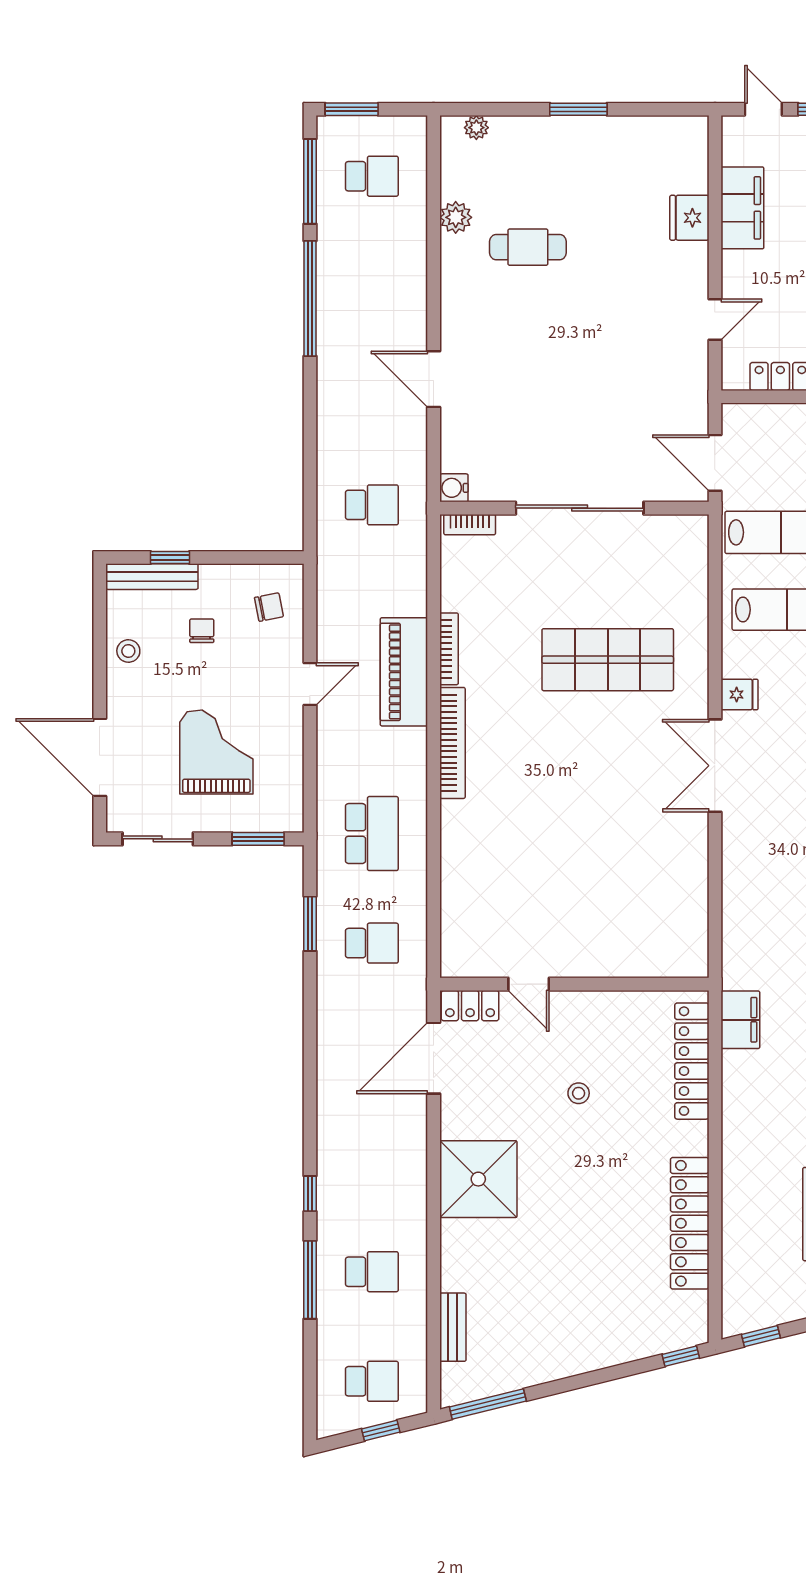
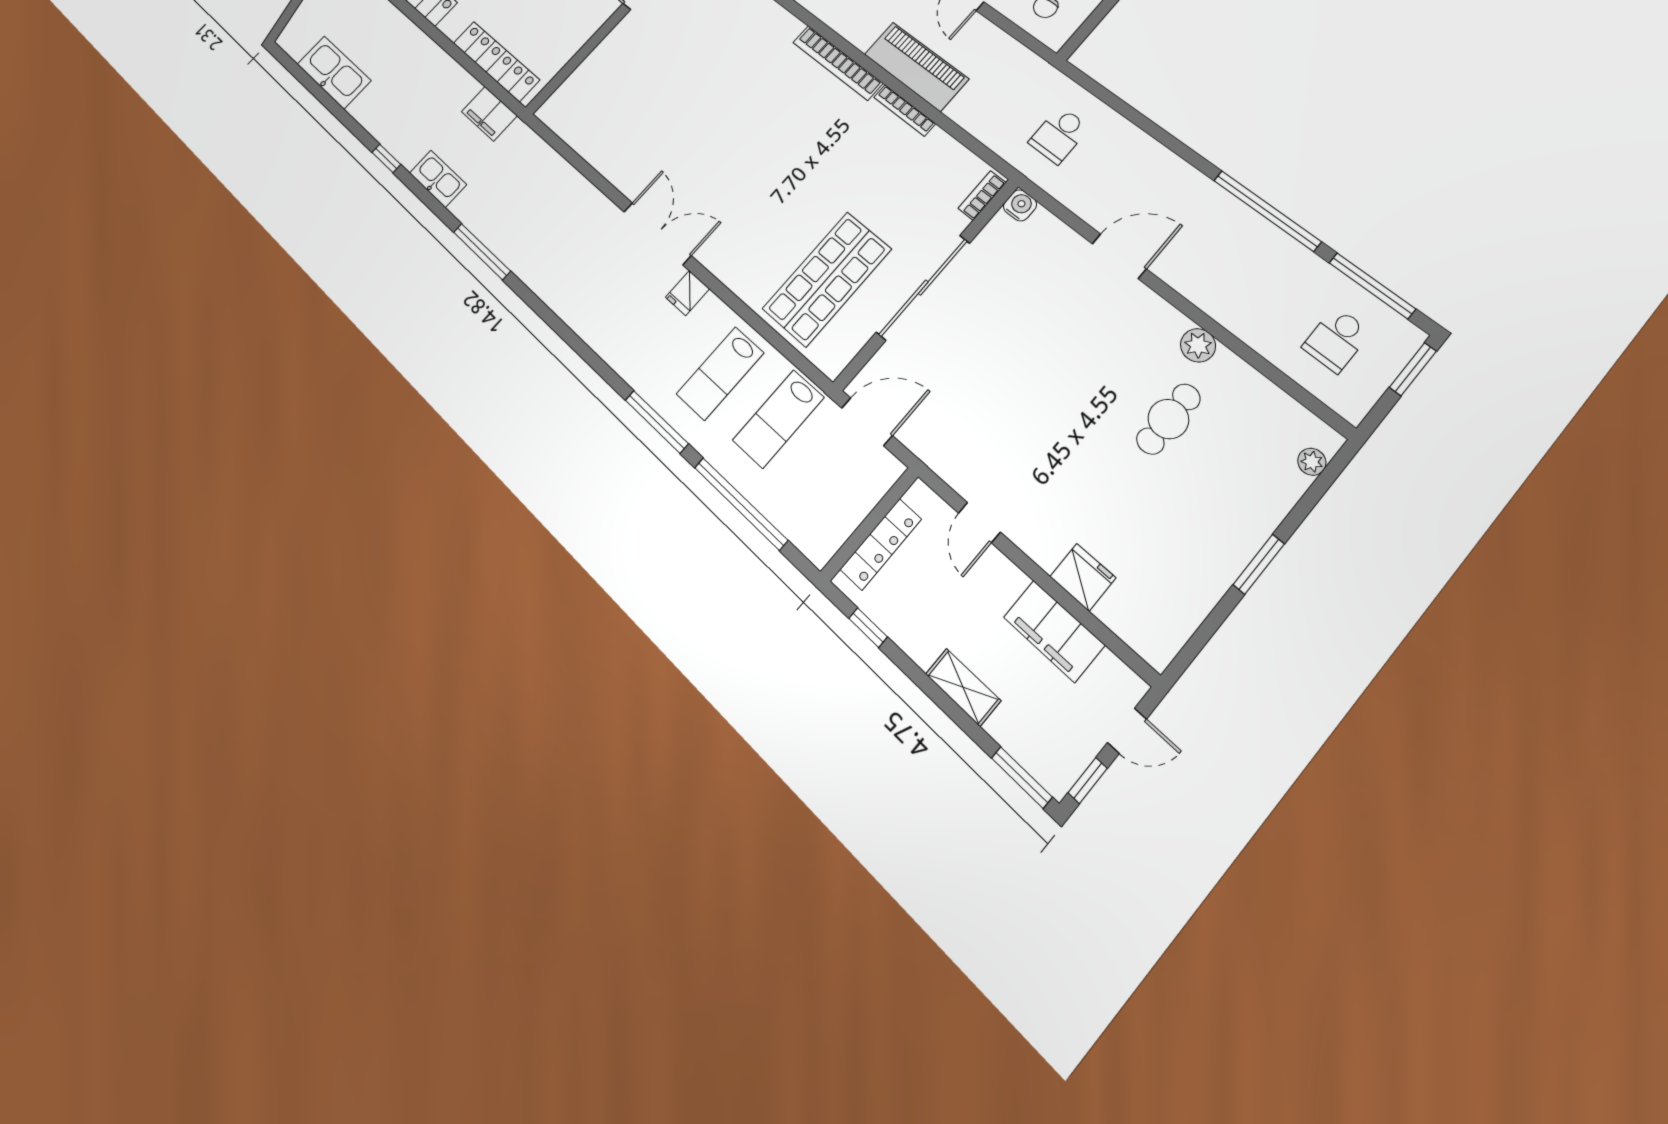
plant: (456, 217) -> (1198, 345), moved
shop shelf: (608, 660) -> (827, 279), moved

